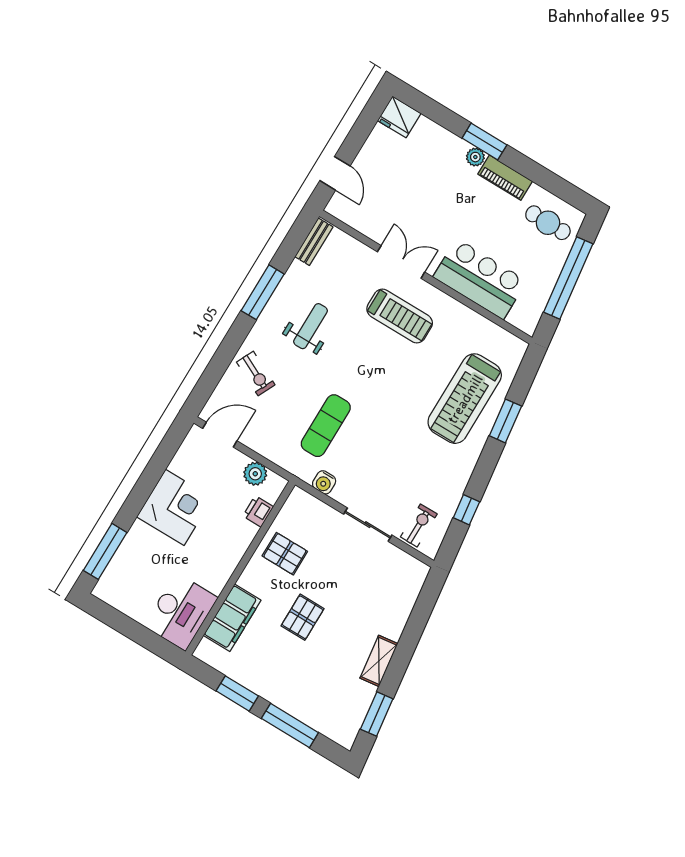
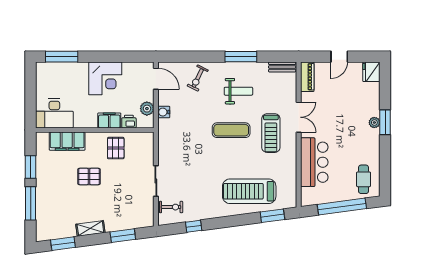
door: (335, 173) -> (339, 57), moved
piano: (505, 178) -> (307, 77), moved, turned 180
window: (505, 421) -> (272, 216), moved
exercise mat: (326, 426) -> (231, 130), moved
water cooler: (324, 482) -> (164, 112), moved
filing cabinet: (239, 539) -> (109, 120), added
window: (418, 620) -> (123, 236), added

